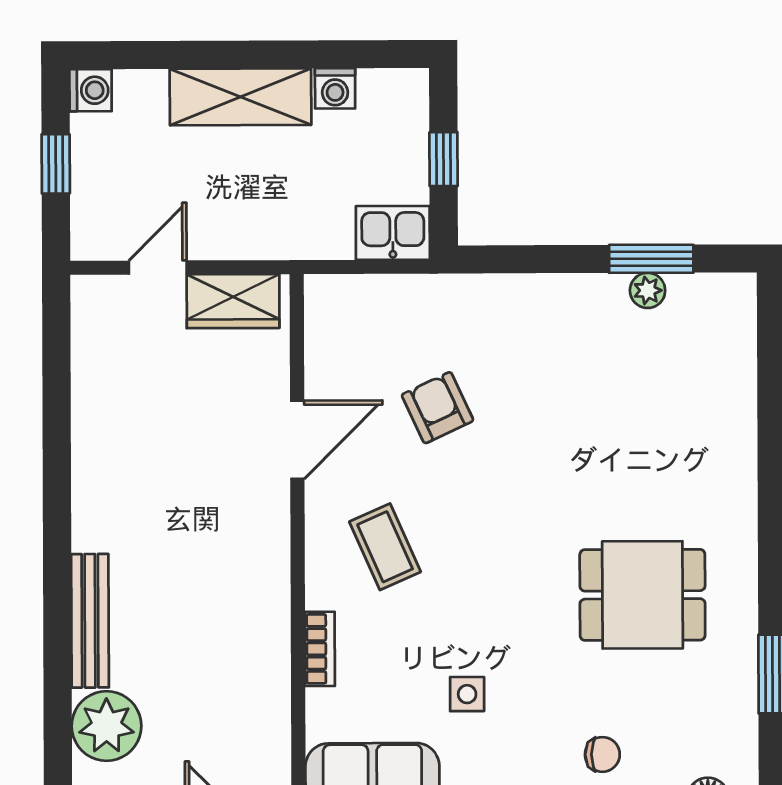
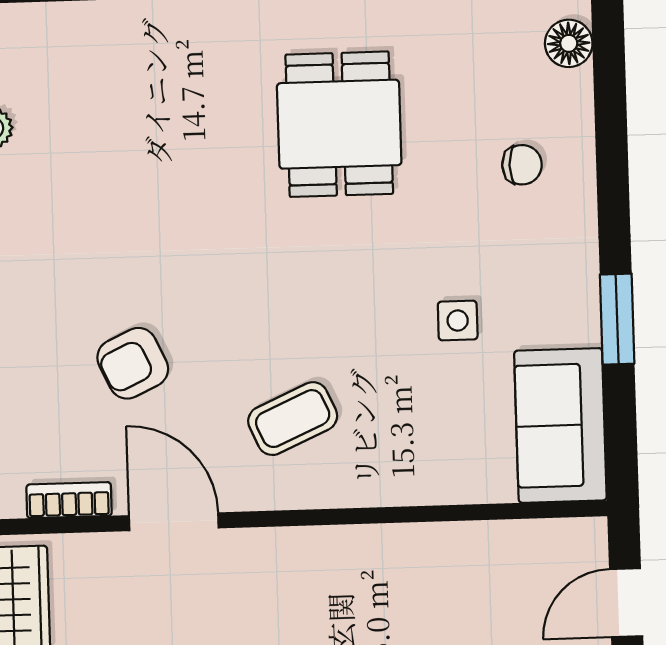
bookcase: (320, 649) -> (69, 500), moved
chair: (602, 754) -> (522, 165), turned 90

